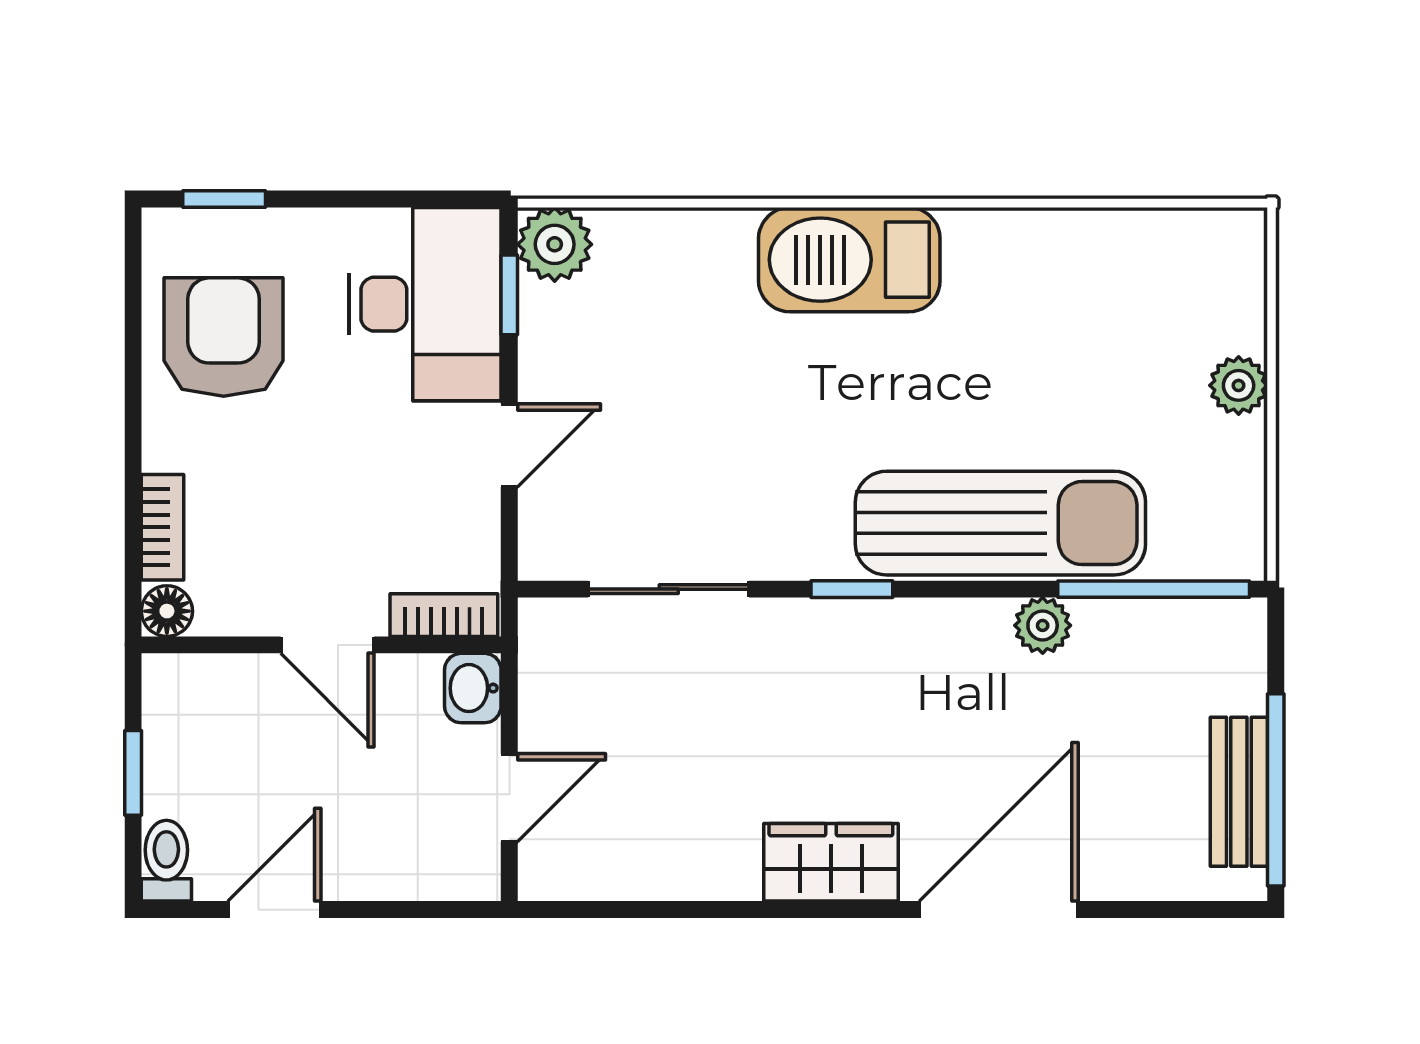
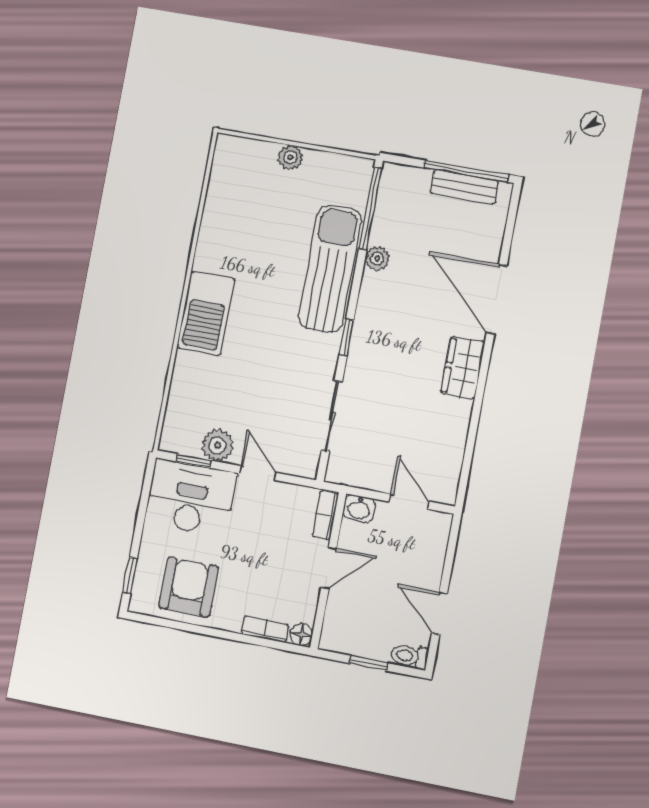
plant: (555, 244) -> (218, 445), moved
armchair: (224, 337) -> (189, 587), turned 90

